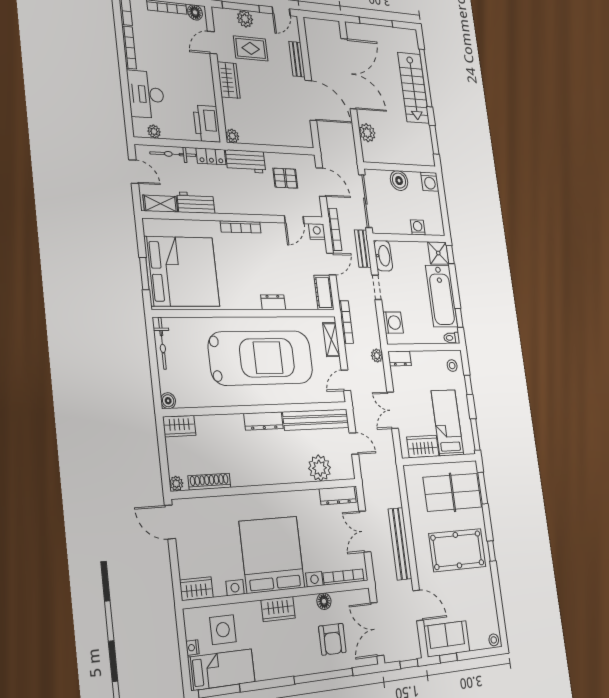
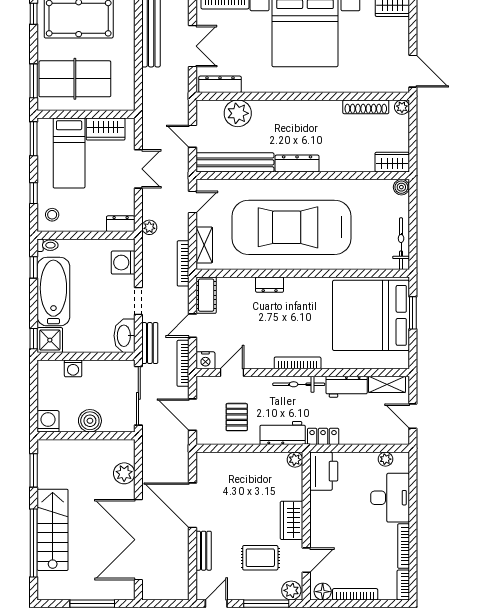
plant: (245, 19) -> (291, 590), moved
bicycle: (173, 154) -> (299, 384), moved, turned 180
pallet: (285, 178) -> (237, 417), turned 90

